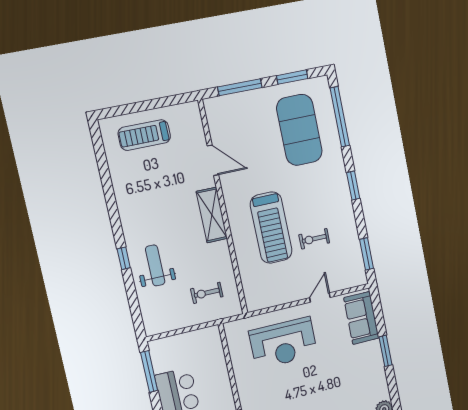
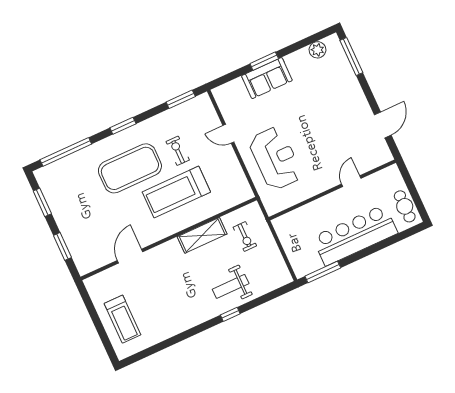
window: (240, 87) -> (62, 246), width x0.69
exercise mat: (299, 130) -> (130, 168), moved
shelving: (212, 215) -> (202, 235), moved
treadmill: (271, 228) -> (176, 192), turned 180
exercise bike: (314, 239) -> (178, 151), turned 180
sofa: (361, 318) -> (267, 78), moved

